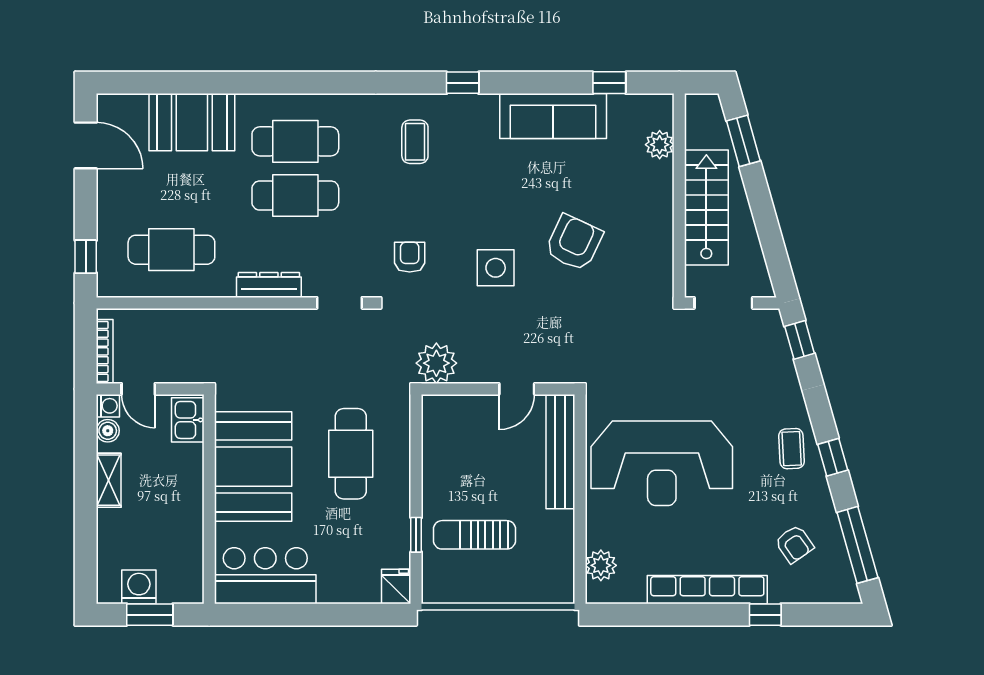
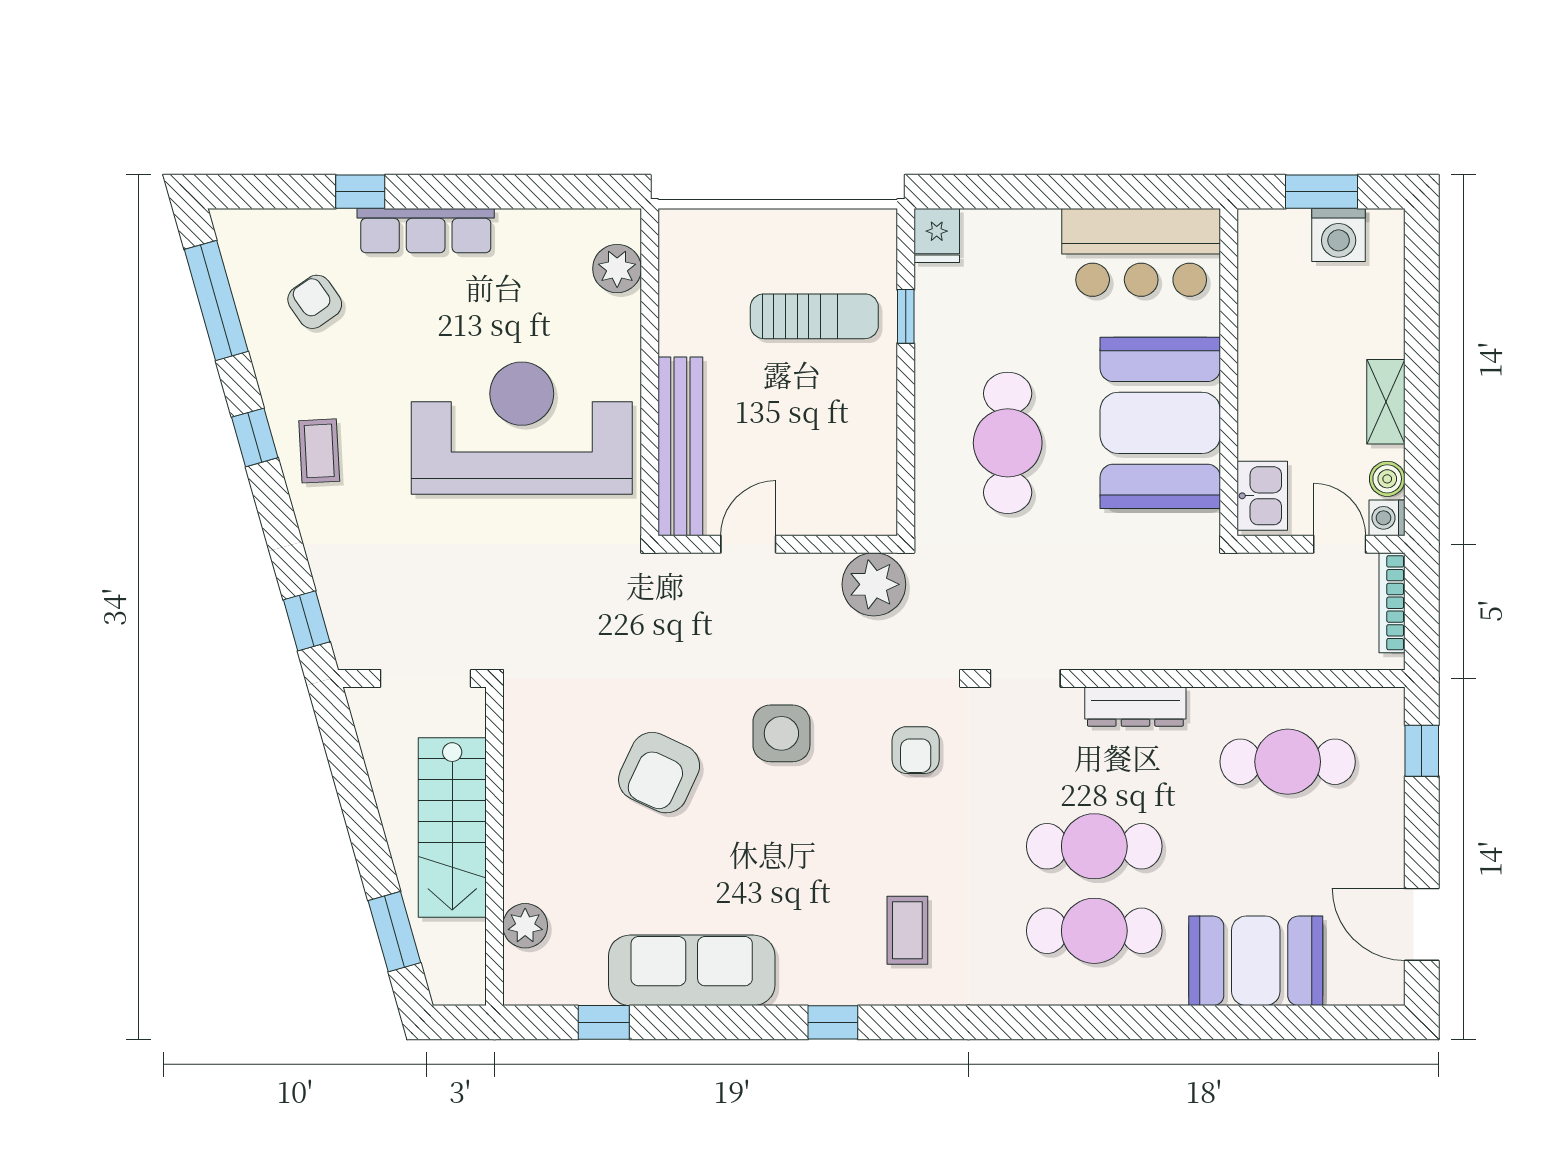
row of seats: (707, 590) -> (426, 231), width x0.73

